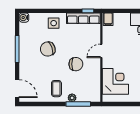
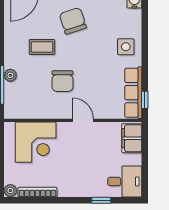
filing cabinet: (108, 19) -> (132, 138), width x2.00
chair: (48, 49) -> (73, 21), moved
coffee table: (56, 89) -> (42, 47), moved

